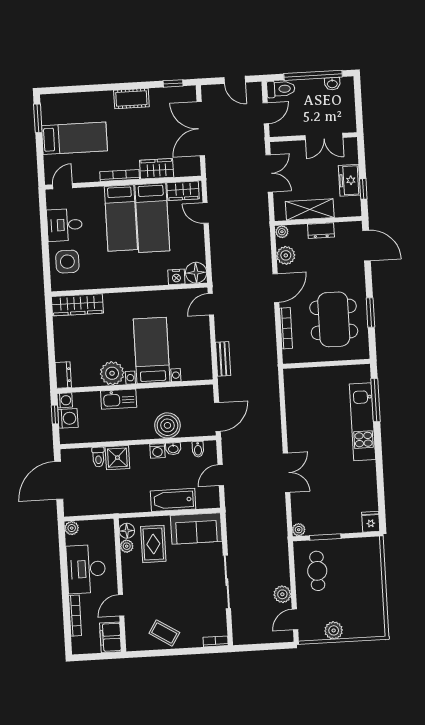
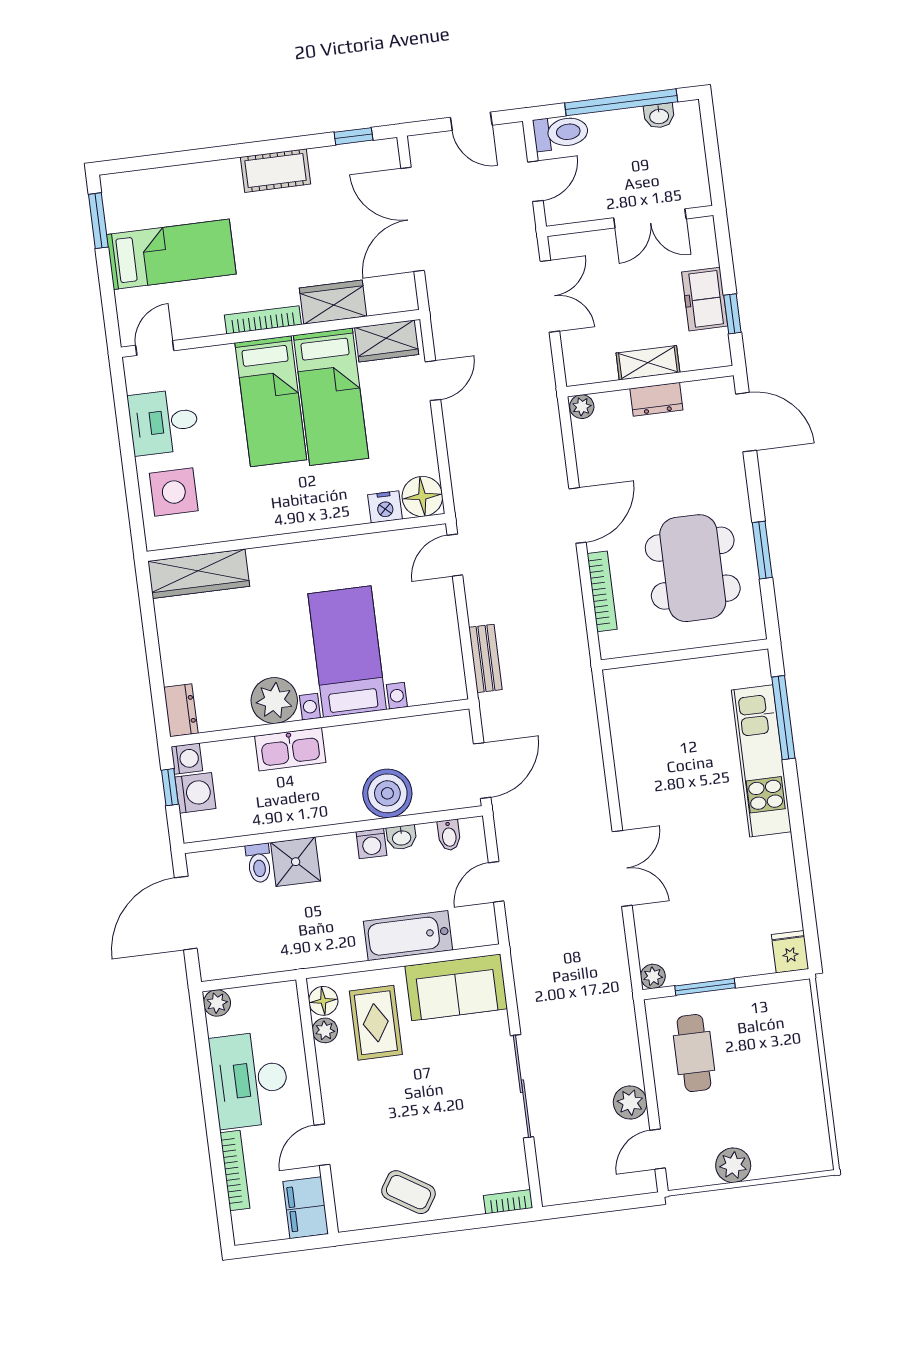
shelving: (310, 209) -> (648, 363), width x0.67, depth x0.75
door: (206, 213) -> (433, 381), swing flipped
plant: (286, 255) -> (592, 452), removed

